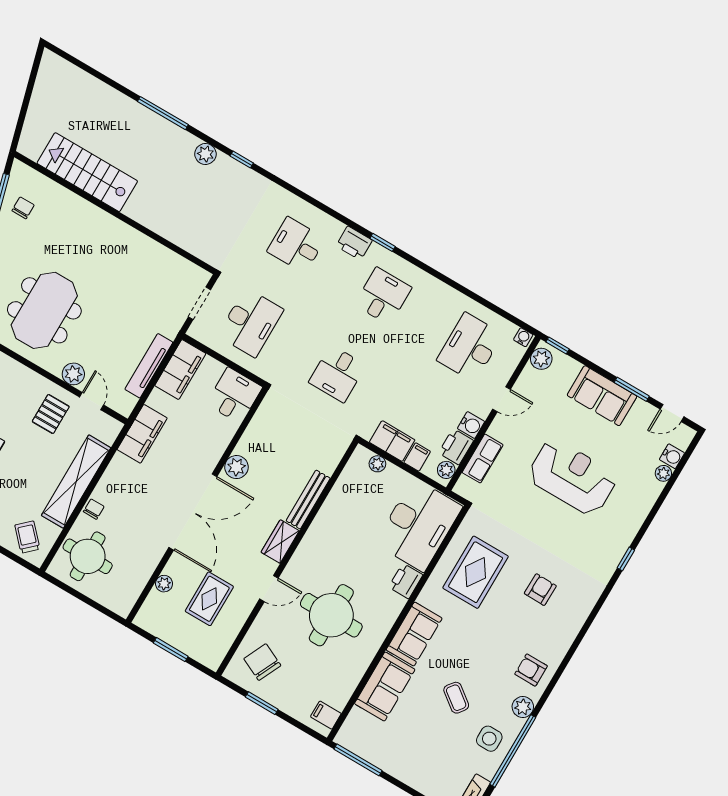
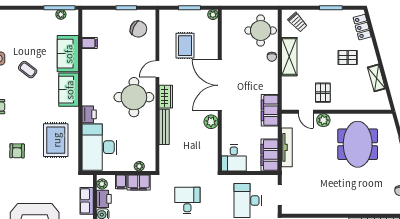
shelving: (76, 482) -> (289, 57), width x0.68
plant: (164, 584) -> (213, 15), moved
round table: (331, 615) -> (134, 97), moved
filing cabinet: (326, 715) -> (90, 43), moved
plant: (362, 749) -> (61, 14), added

